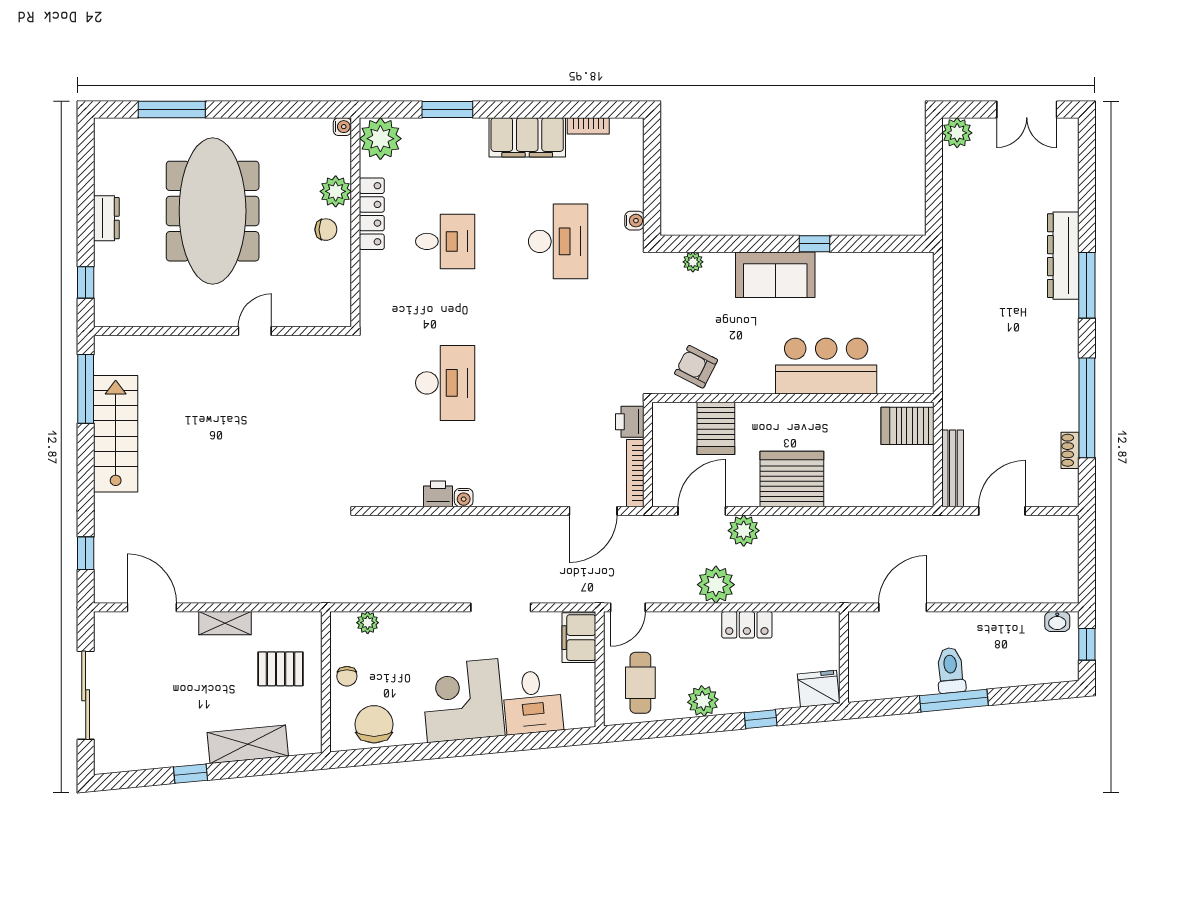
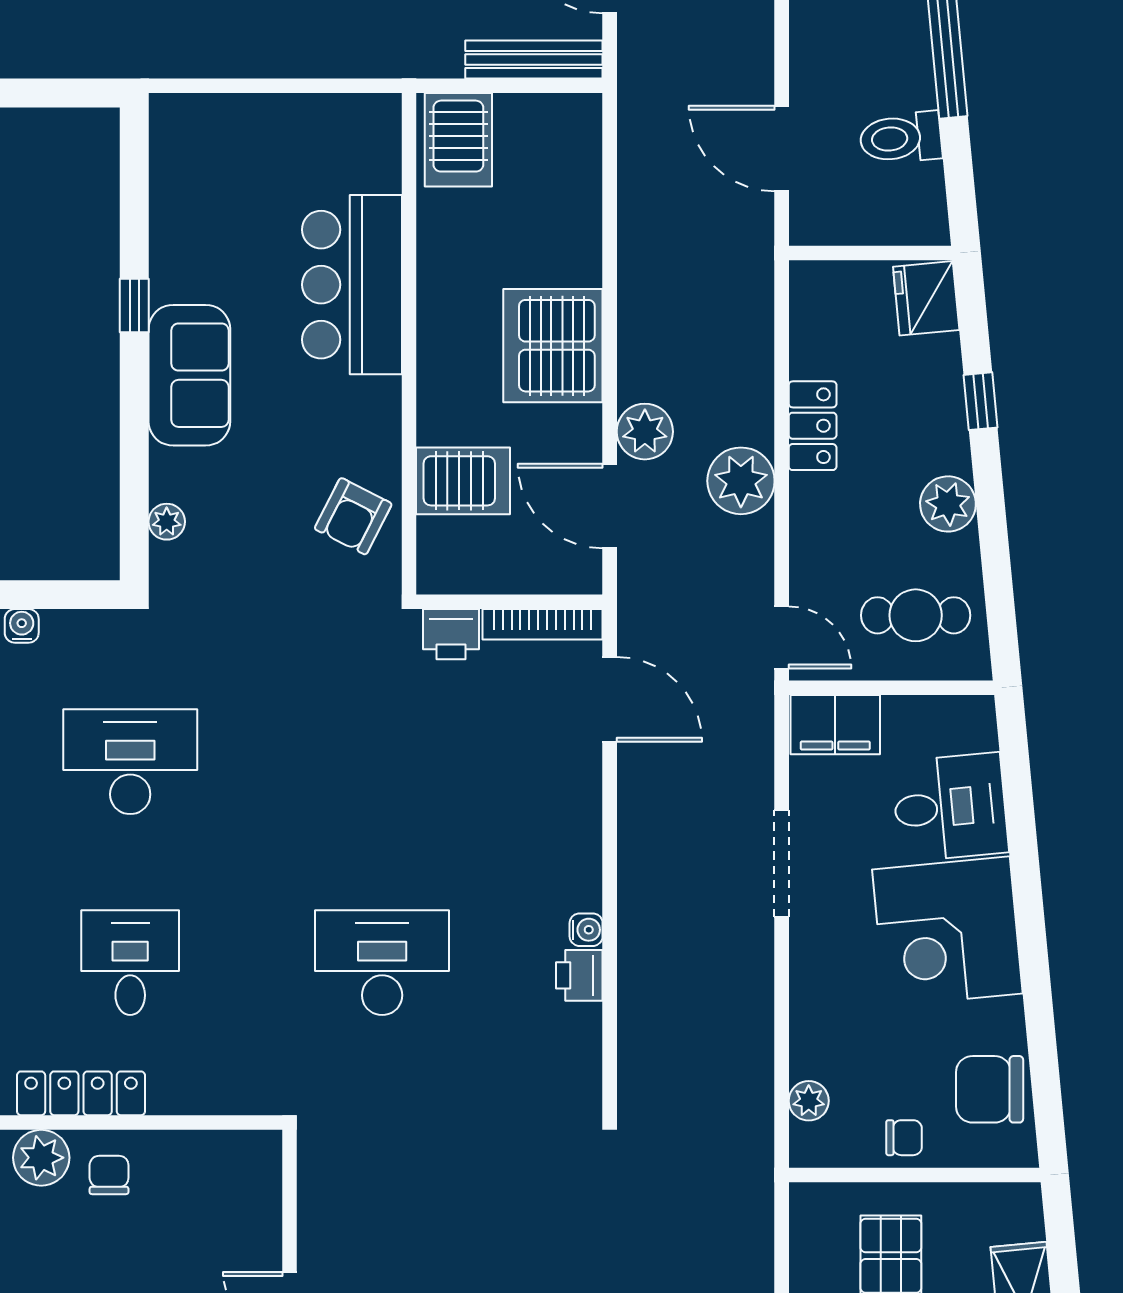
water cooler: (634, 221) -> (22, 626), moved
toilet: (951, 670) -> (901, 138), moved

